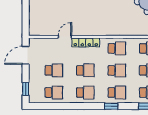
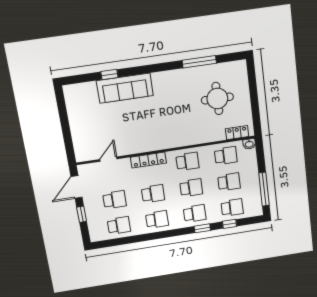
door: (65, 37) -> (108, 159), moved
window: (26, 89) -> (82, 214), moved
window: (111, 106) -> (202, 228), moved

